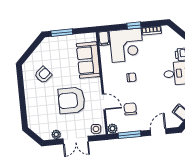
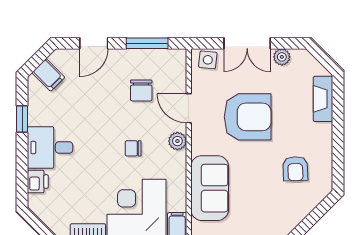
armchair: (43, 75) -> (295, 169), turned -53
fireplace: (32, 114) -> (323, 99), added
plant: (112, 129) -> (177, 141), moved
double door: (76, 140) -> (247, 43), swing flipped

